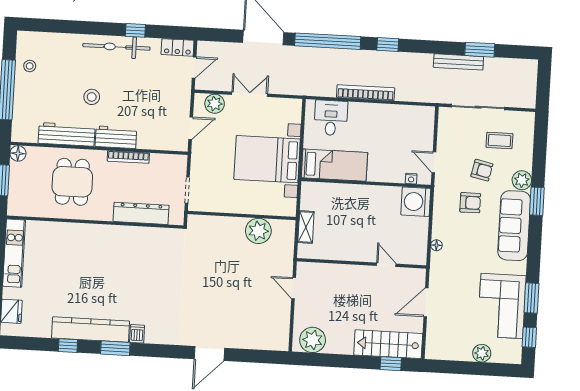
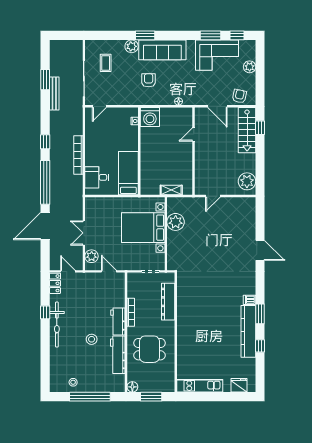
bed with nightstands: (267, 159) -> (143, 228), moved, turned 90
door: (434, 162) -> (99, 106), moved
armchair: (482, 170) -> (239, 96), moved

